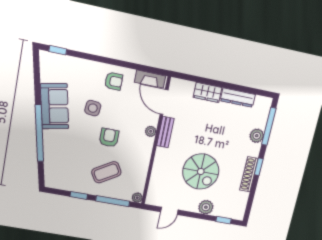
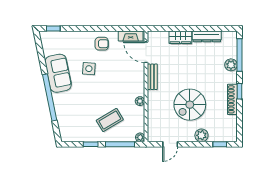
plant: (151, 131) -> (140, 101), moved
armchair: (109, 138) -> (107, 90), removed
spiral stairs: (201, 171) -> (190, 105), turned 90

